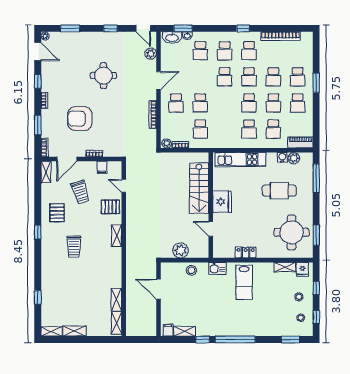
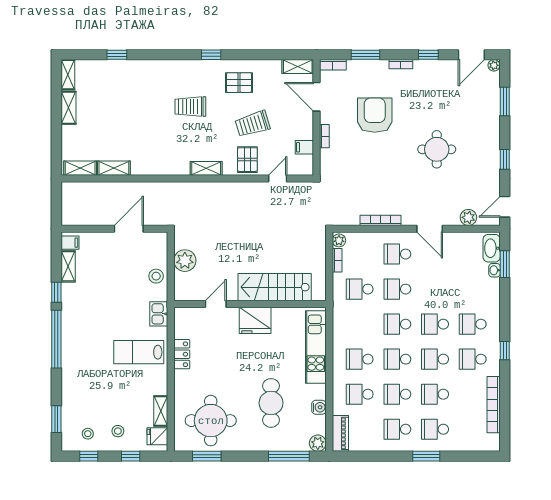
school desk: (200, 51) -> (397, 324), moved
plant: (294, 158) -> (318, 443), moved
trolley: (80, 192) -> (253, 124), moved

